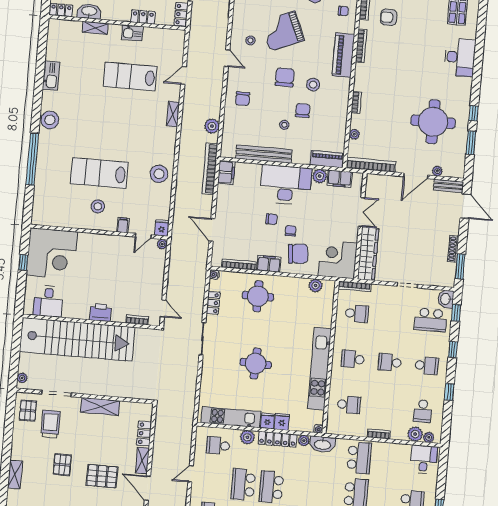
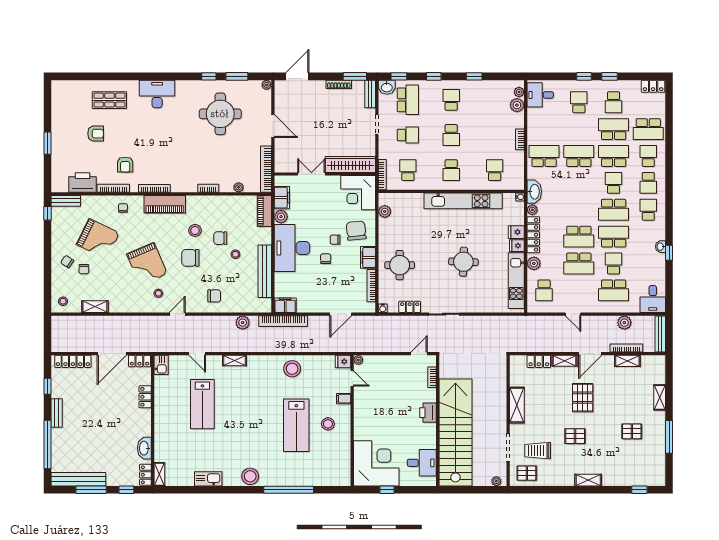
shelving: (95, 28) -> (159, 474), moved
kitchen sink: (132, 33) -> (161, 365), moved
plant: (437, 171) -> (266, 85), moved
bench: (449, 186) -> (370, 94), moved
school desk: (423, 411) -> (408, 135), moved

